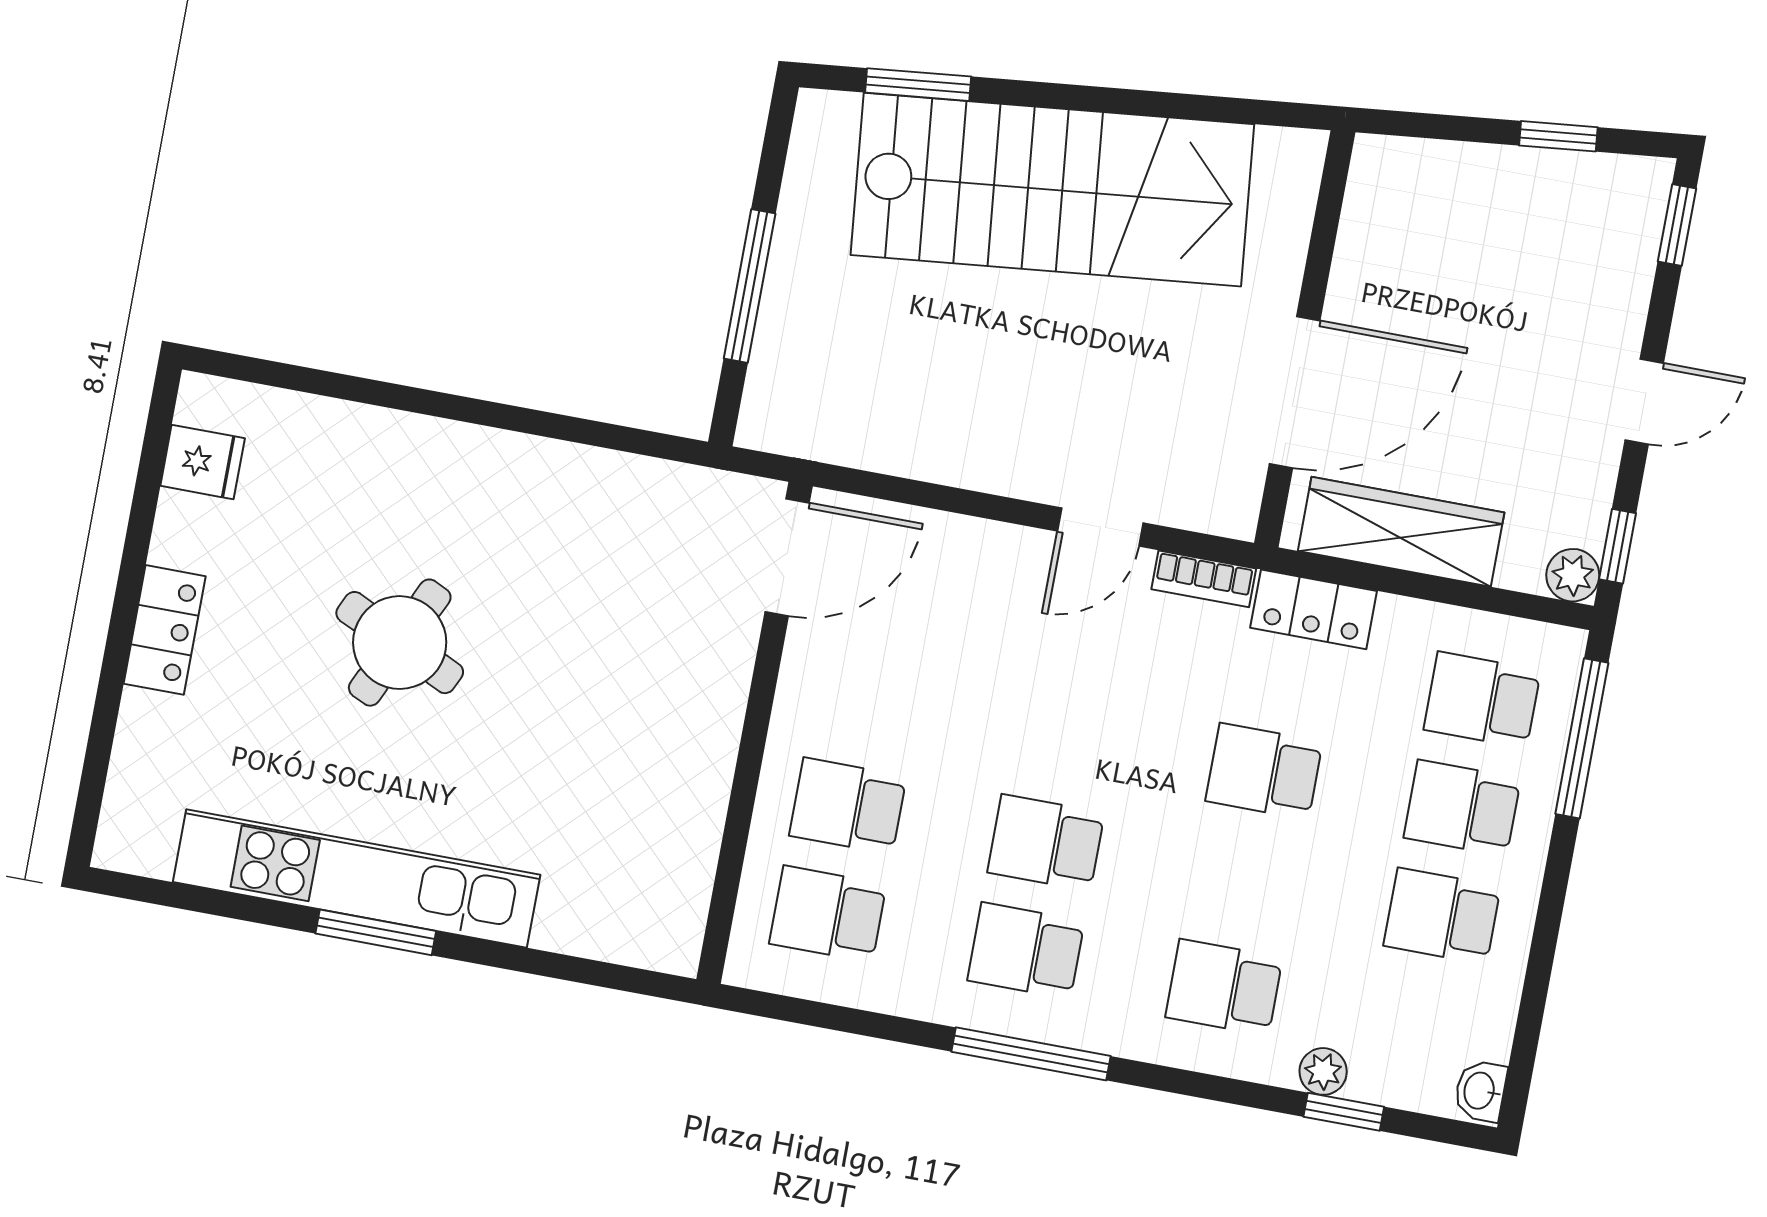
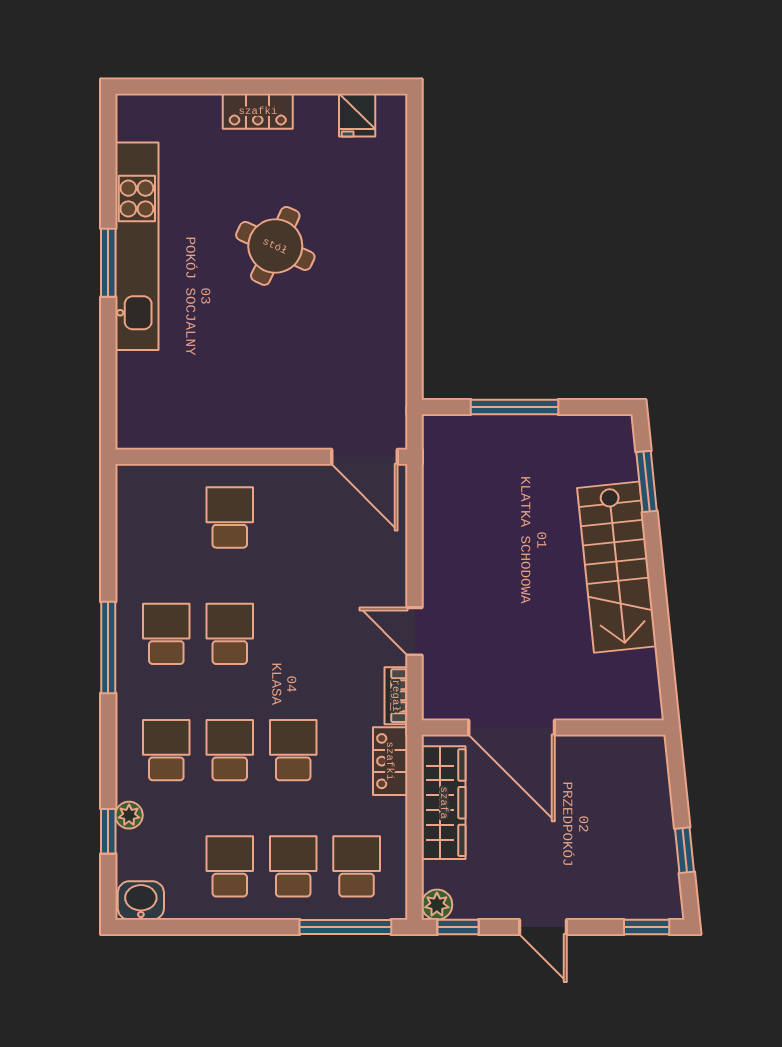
stairs: (1052, 190) -> (617, 567), width x0.73, depth x0.66
school desk: (828, 914) -> (230, 750), moved
washbasin: (1480, 1091) -> (141, 900), width x1.38, depth x1.45

